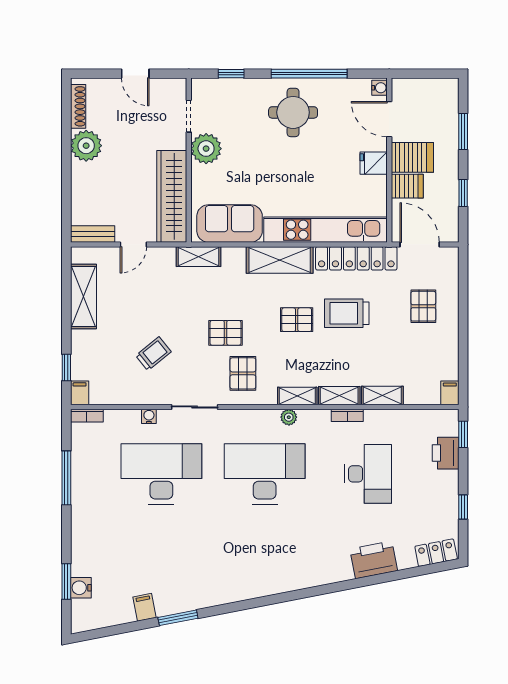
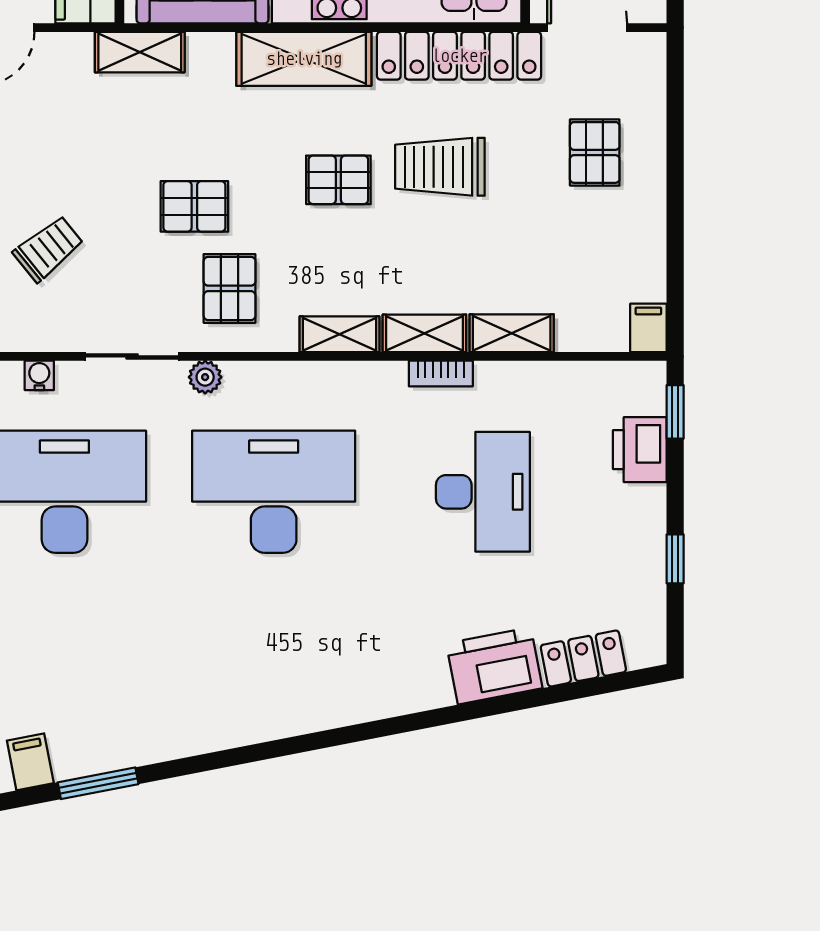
plant: (289, 417) -> (205, 377), moved
locker: (436, 553) -> (583, 658), moved

